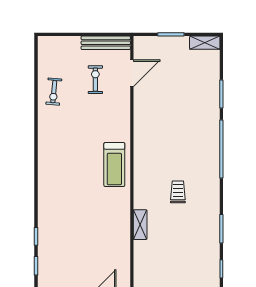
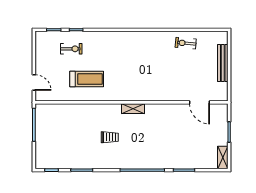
bench: (106, 43) -> (223, 63), moved
exercise bike: (95, 80) -> (71, 49), moved
treadmill: (114, 165) -> (87, 79), moved, turned 180
shelving: (140, 225) -> (133, 109), moved

